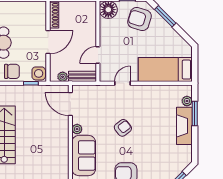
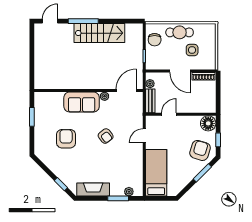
door: (98, 55) -> (169, 114), hinge flipped
side table: (39, 73) -> (192, 50), moved
door: (123, 83) -> (144, 136), swing flipped
fireplace: (184, 126) -> (93, 189), moved

